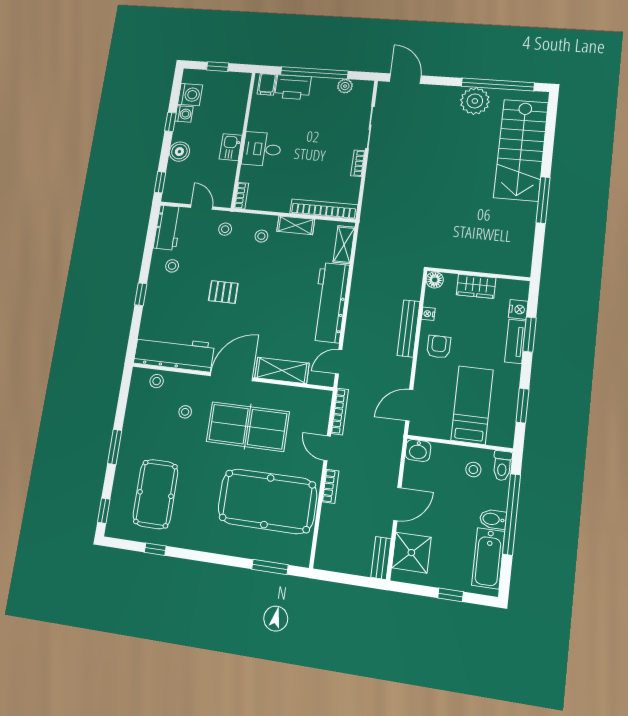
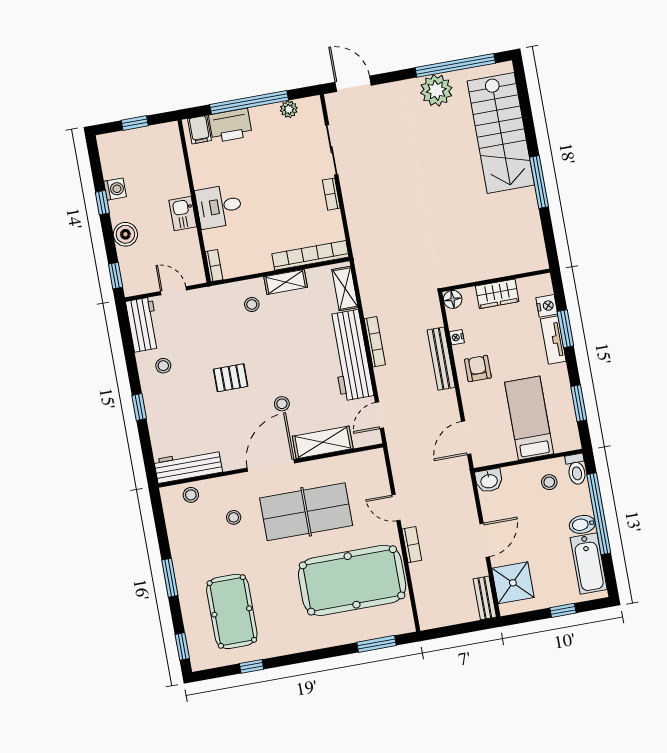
washing machine: (190, 95) -> (114, 164), removed
stool: (225, 229) -> (282, 404), moved
workbench: (174, 353) -> (188, 466), width x0.73, depth x0.76
bookcase: (340, 411) -> (375, 342), moved

